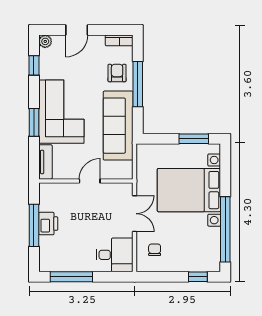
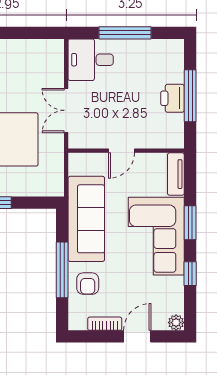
bookcase: (119, 40) -> (105, 324), moved
window: (34, 65) -> (190, 274), moved
chair: (155, 250) -> (41, 66), removed
window: (71, 277) -> (125, 33), moved

